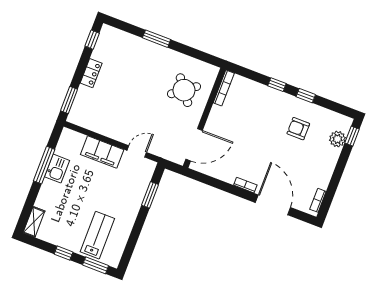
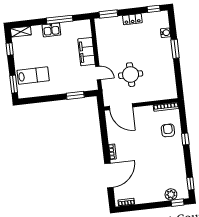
water cooler: (130, 40) -> (166, 33), added
round table: (184, 90) -> (131, 75), moved, turned 37
window: (306, 96) -> (190, 184), moved
armchair: (298, 129) -> (168, 130), moved
kitchen sink: (57, 169) -> (51, 30), moved
window: (64, 253) -> (10, 49), moved

